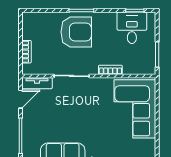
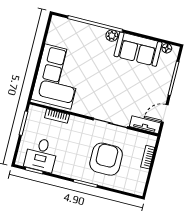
armchair: (76, 32) -> (106, 159), moved, turned 90
bookcase: (110, 70) -> (57, 116), moved

